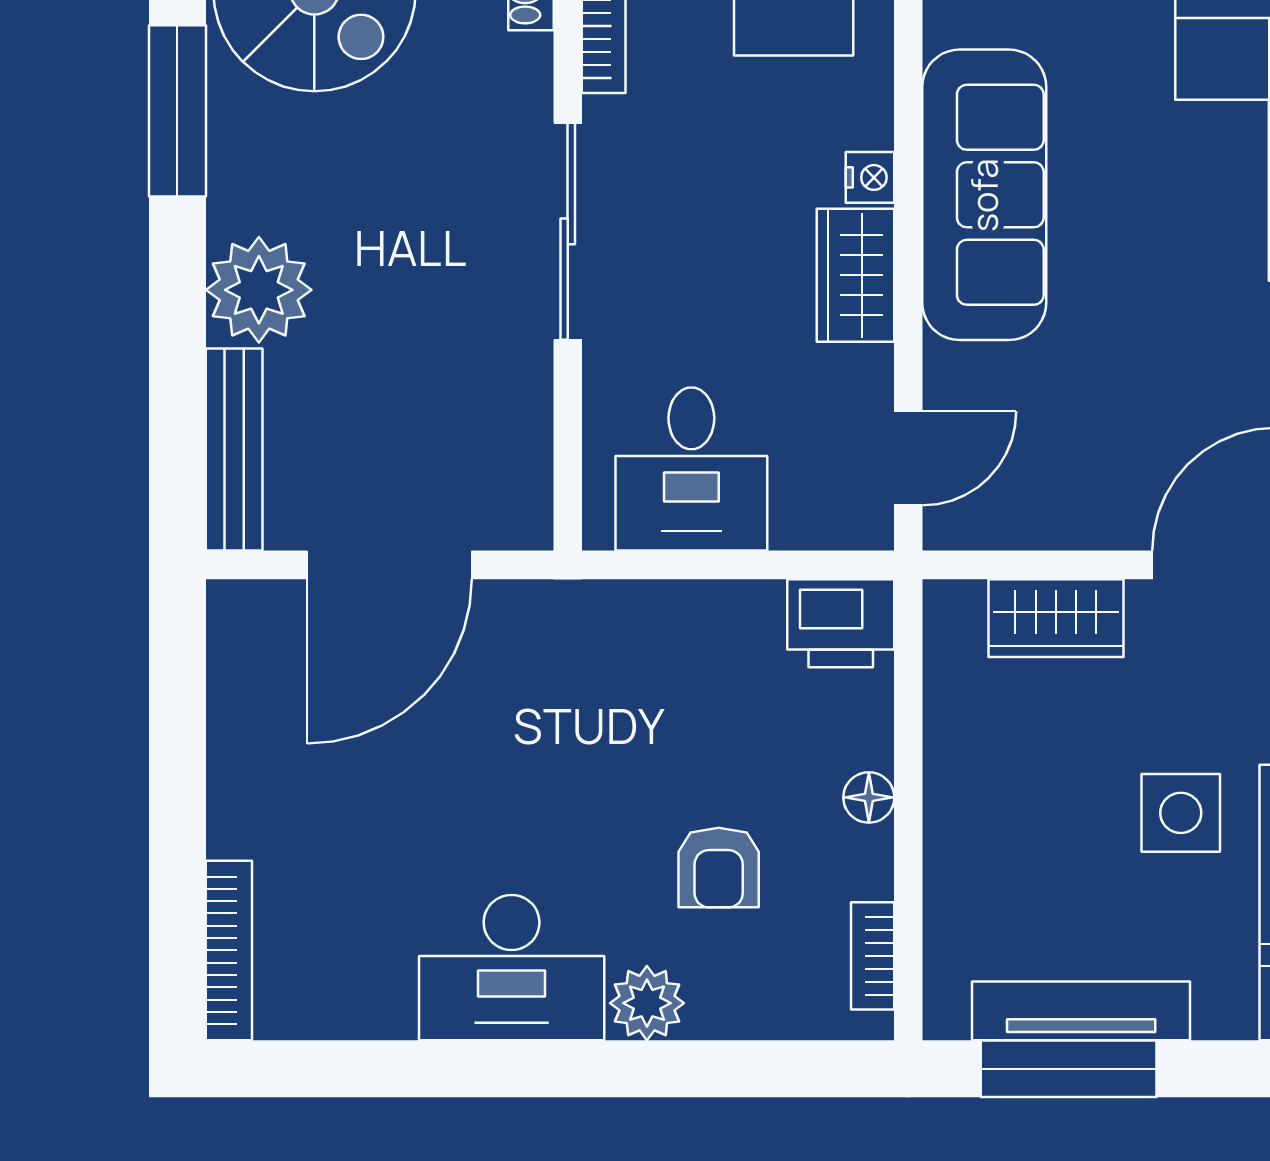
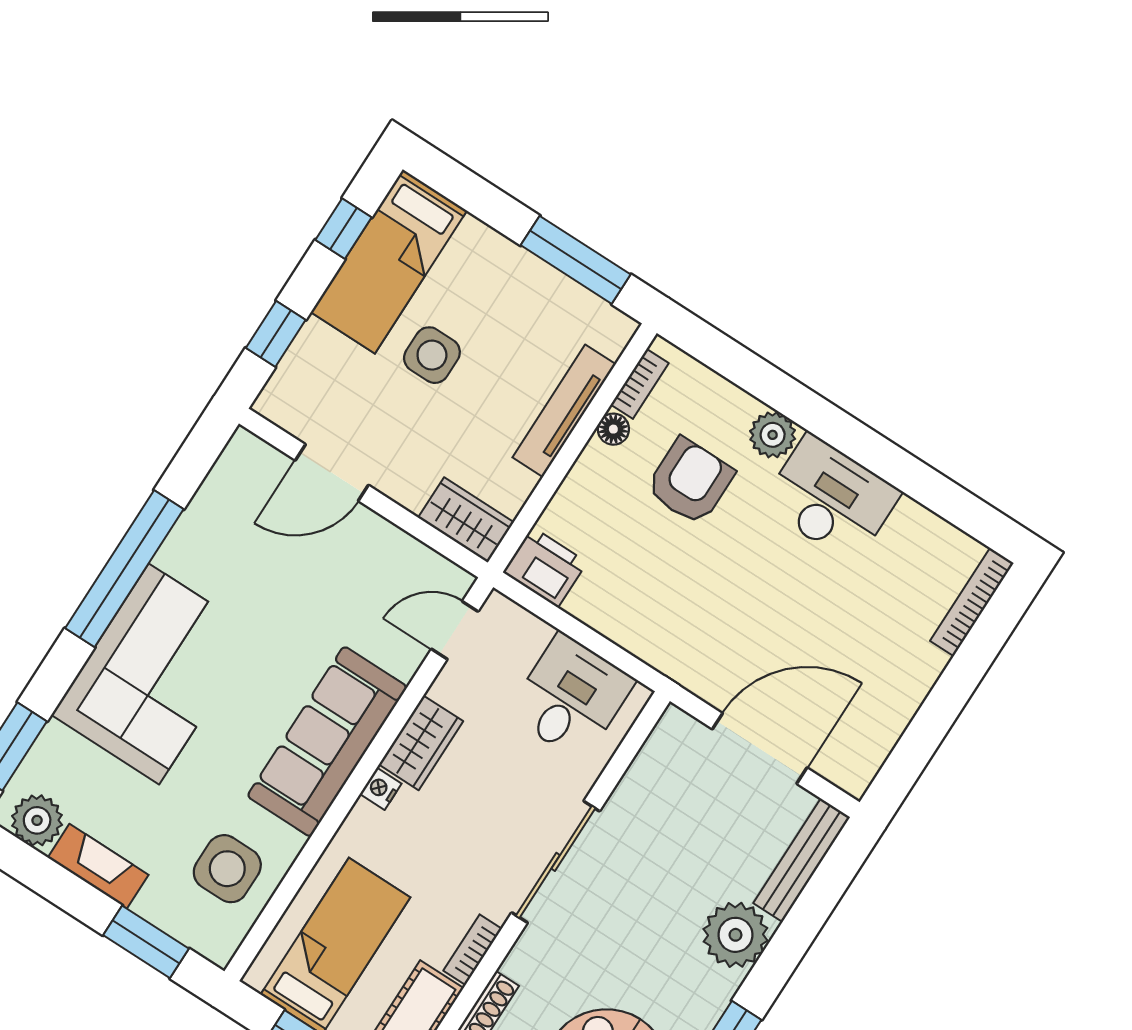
wardrobe: (1056, 618) -> (466, 520), moved
floor lamp: (869, 797) -> (613, 429), moved
armchair: (719, 868) -> (690, 481), width x1.38, depth x1.38
tv unit: (1081, 1011) -> (564, 411), moved, turned 90

